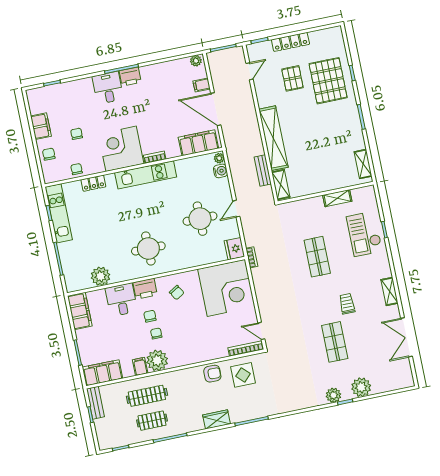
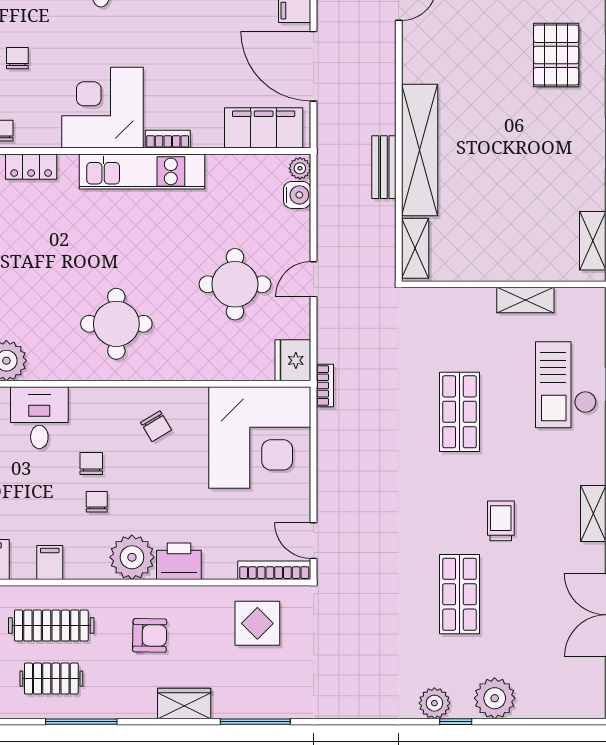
pallet: (292, 78) -> (484, 35), removed
pallet: (328, 81) -> (556, 55), width x0.73, depth x0.71
bench: (263, 170) -> (384, 167), moved
printer: (145, 289) -> (179, 561), moved, turned 180
plant: (157, 360) -> (132, 557), moved
armchair: (212, 374) -> (150, 635), moved

